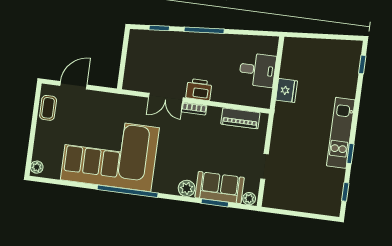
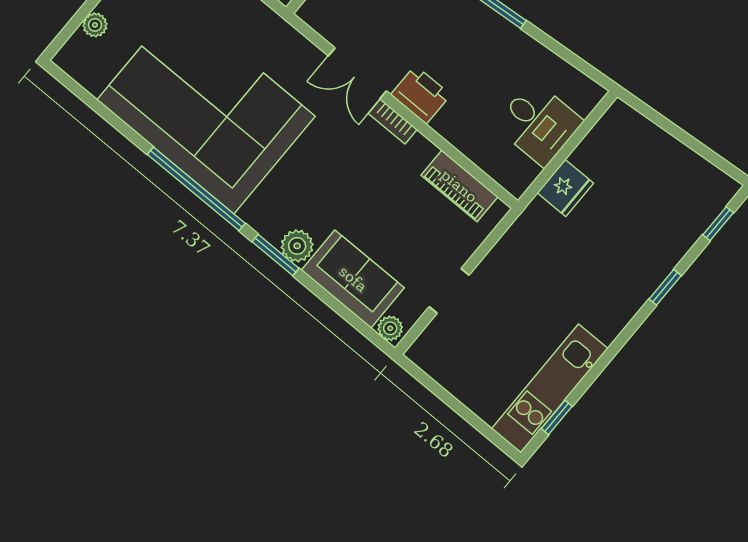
kitchen unit: (341, 133) -> (550, 389), moved
window: (350, 154) -> (665, 287), moved
plant: (37, 167) -> (95, 25), moved
window: (215, 203) -> (275, 255), moved

